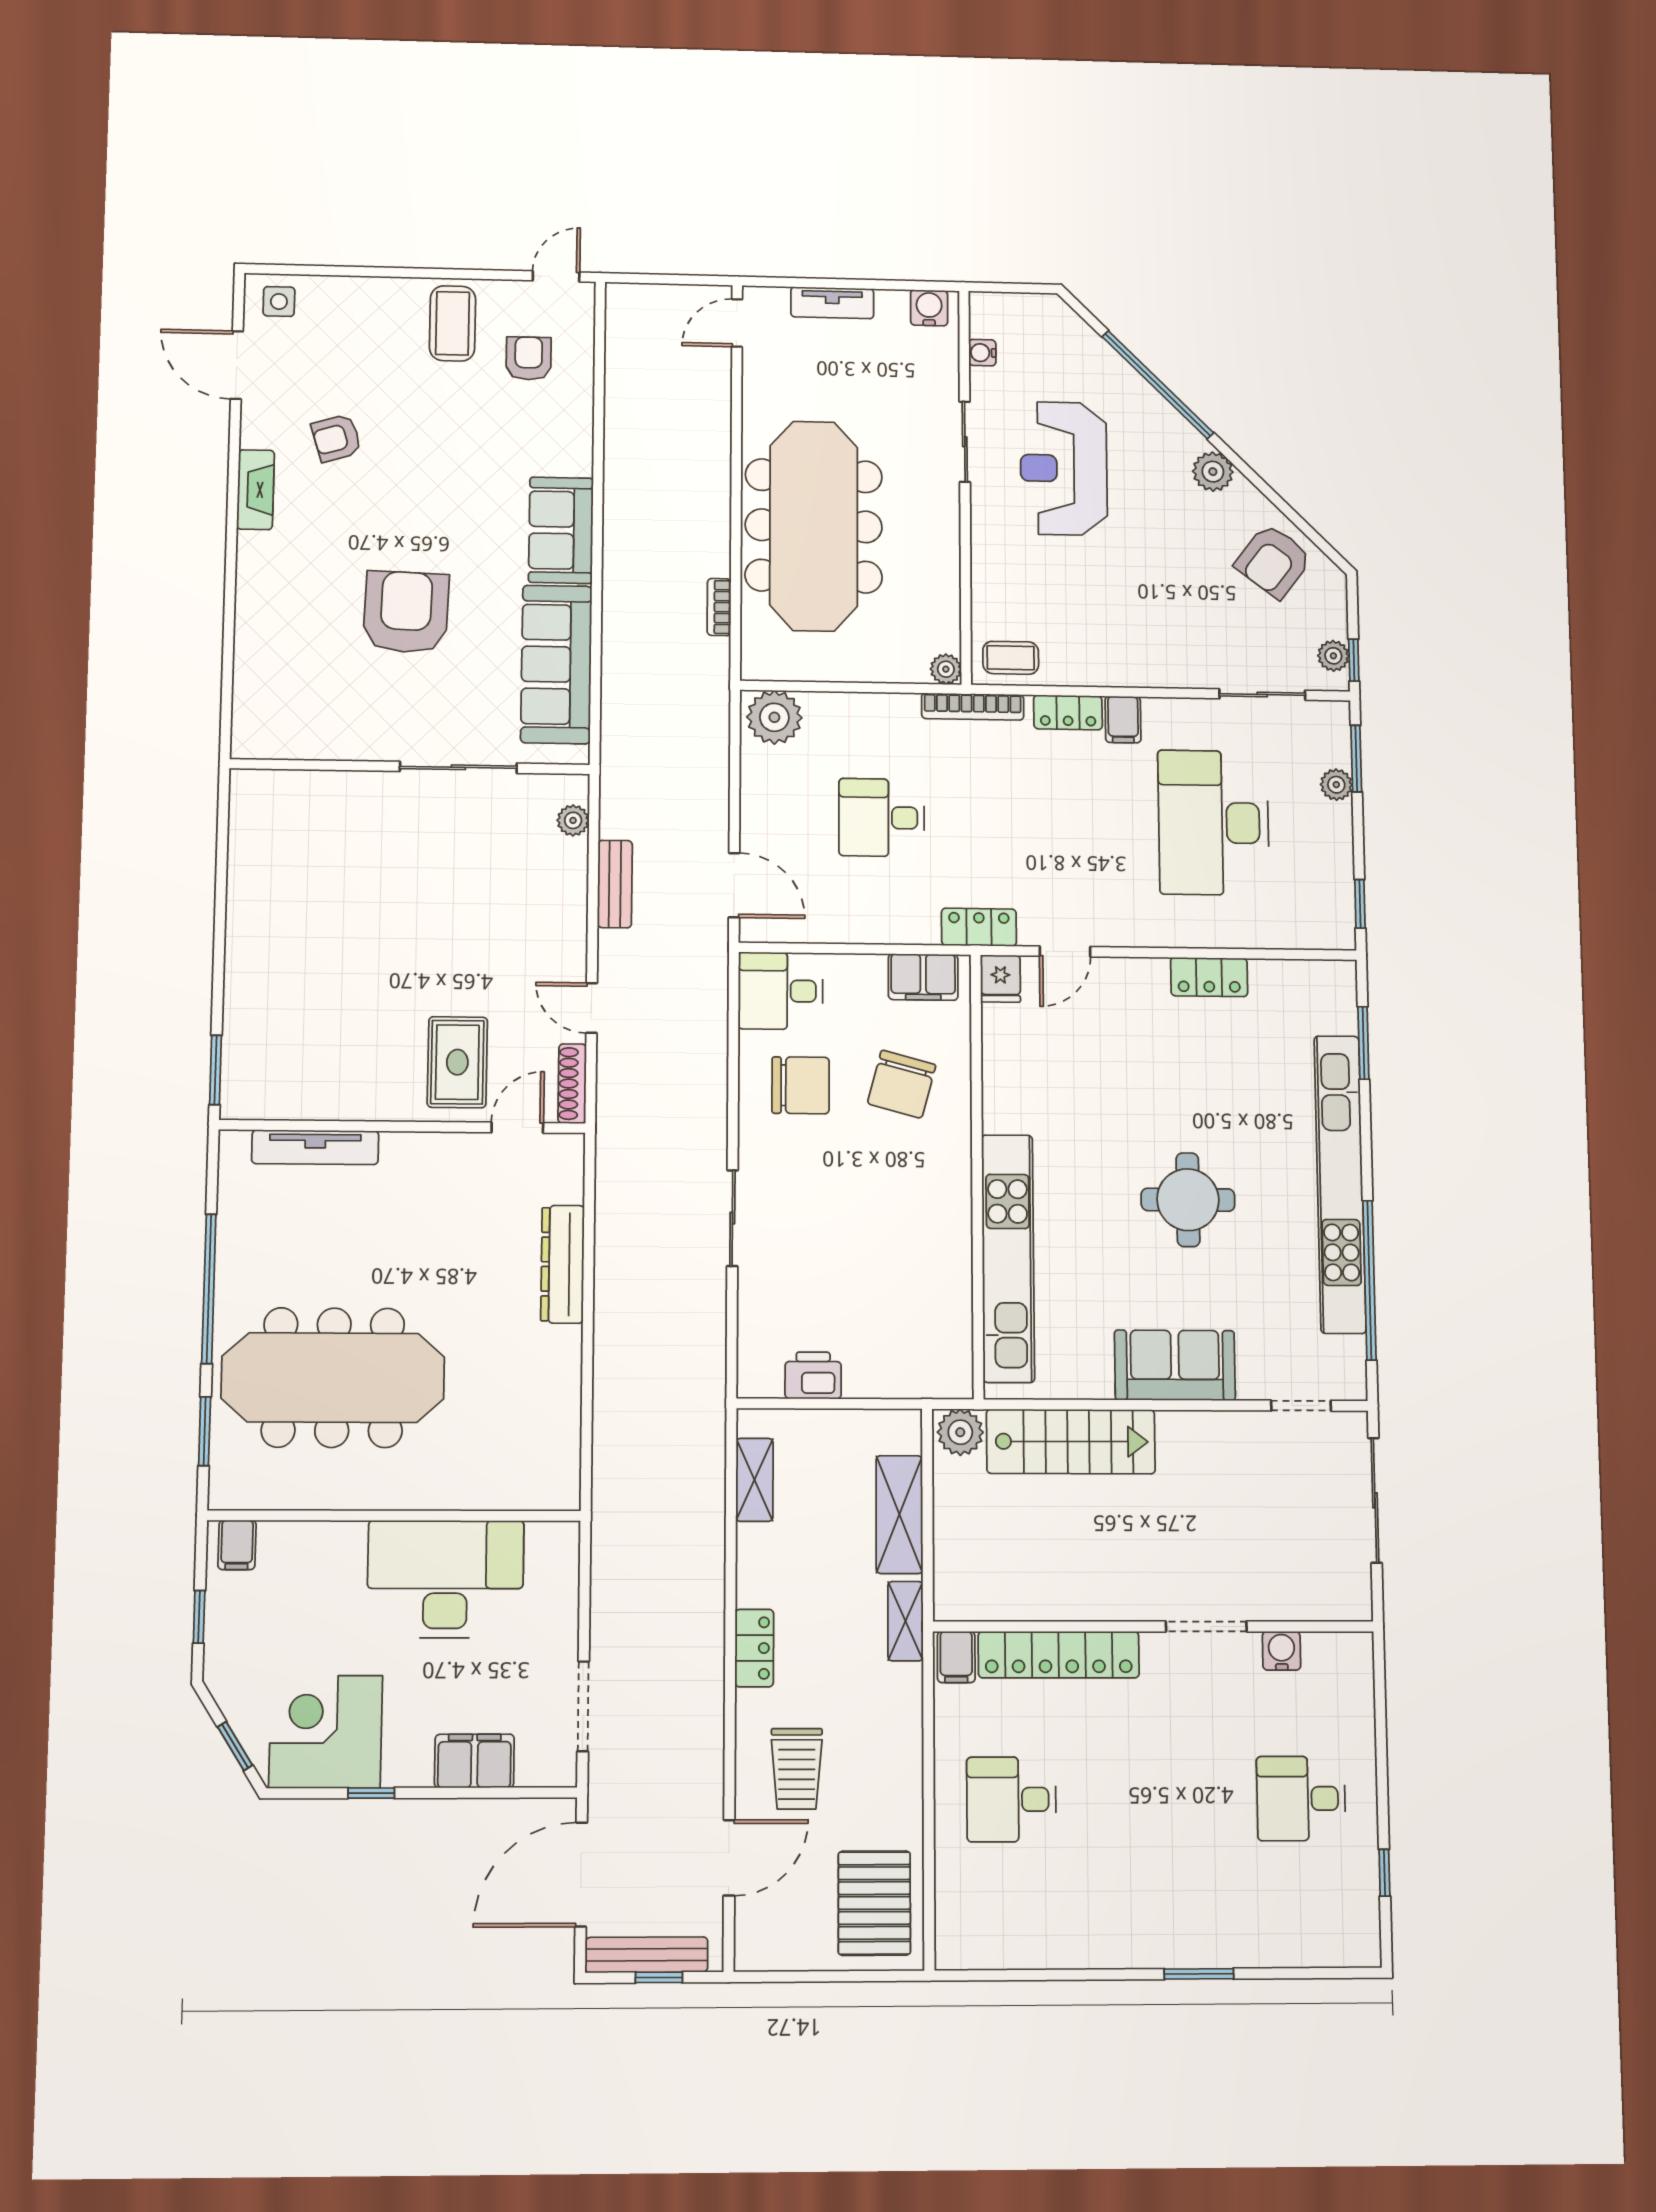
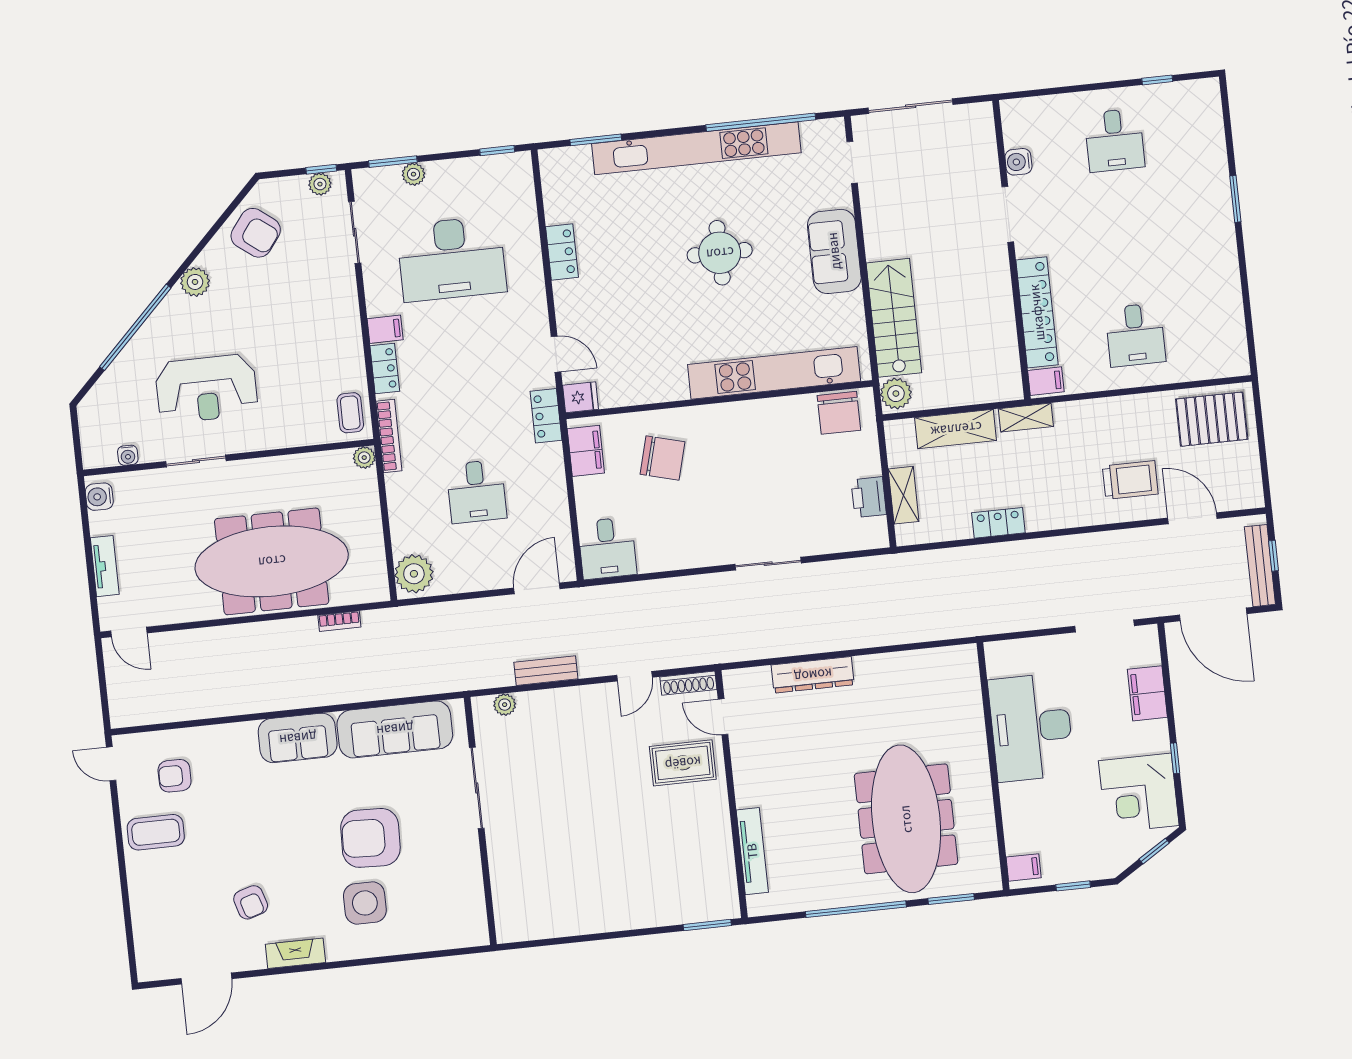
side table: (279, 302) -> (365, 903), moved, width x1.87, depth x1.87
chair: (801, 1085) -> (839, 413), moved, turned 180
shelving: (754, 1480) -> (904, 495), moved, turned 90
locker: (754, 1648) -> (998, 523), moved

